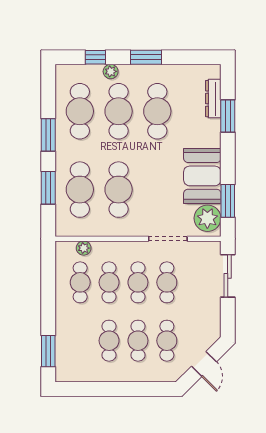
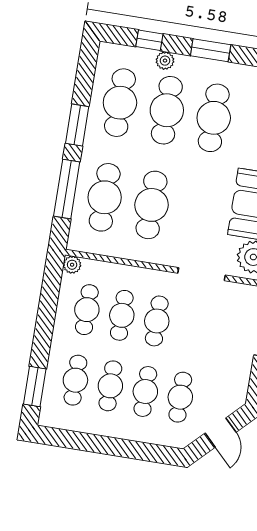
window: (48, 188) -> (67, 189), width x1.44
plant: (84, 248) -> (72, 265), moved
cafe table: (167, 282) -> (75, 380), moved

